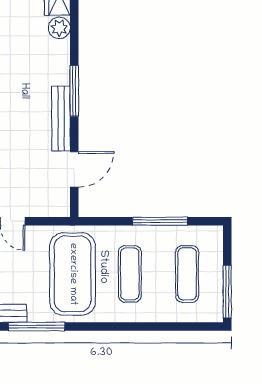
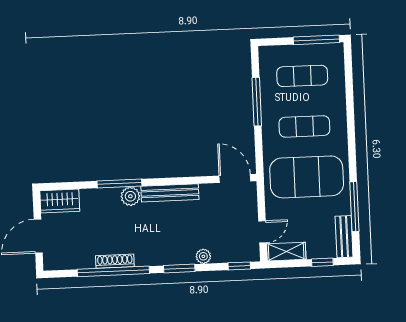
plant: (59, 28) -> (130, 196), moved
window: (74, 91) -> (119, 184), moved
door: (74, 169) -> (235, 178), moved

